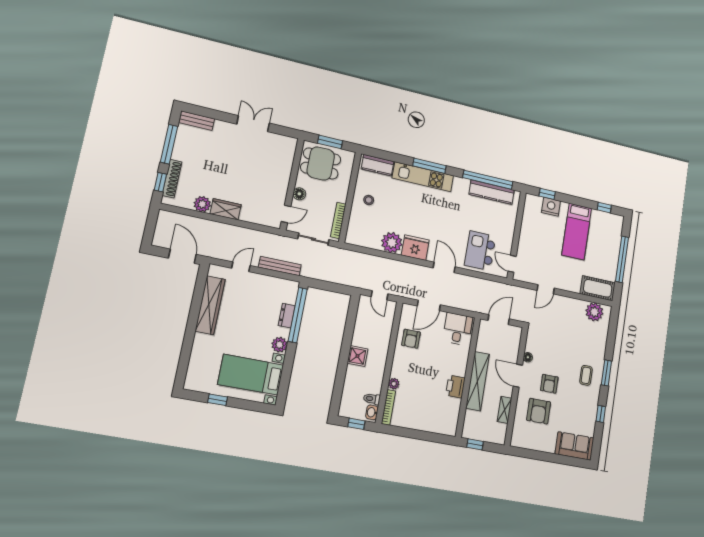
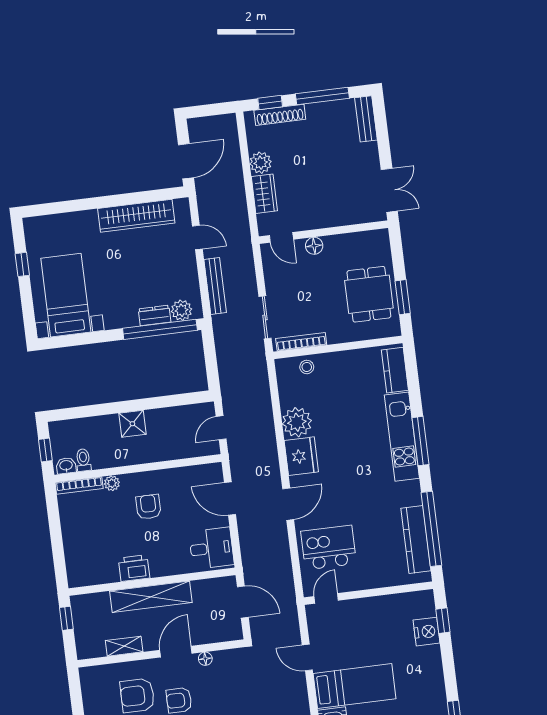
wall: (292, 184) -> (323, 232), moved
floor lamp: (299, 194) -> (314, 246), moved
stool: (369, 200) -> (307, 367), moved
door: (286, 214) -> (281, 237), moved
bed: (577, 232) -> (355, 686), moved, turned 180
armchair: (411, 339) -> (148, 507), moved, turned 90
plant: (280, 345) -> (181, 310), moved

